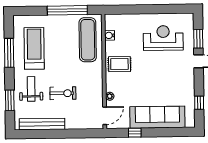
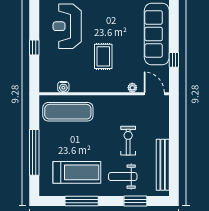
window: (144, 9) -> (34, 47), added
window: (67, 10) -> (34, 152), moved
treadmill: (34, 48) -> (77, 172), turned 180
rug: (119, 64) -> (103, 56), moved

